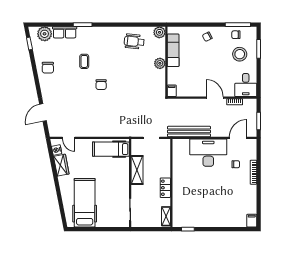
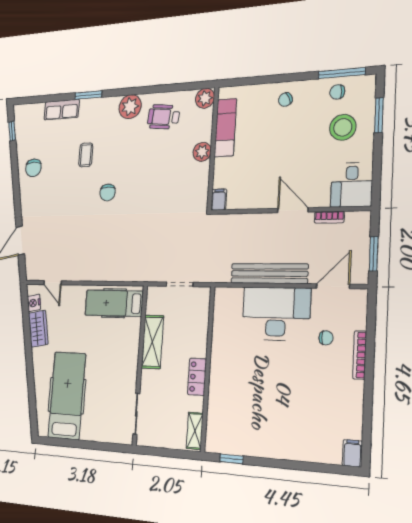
plant: (45, 34) -> (130, 107), moved
bench: (189, 132) -> (269, 274), moved

